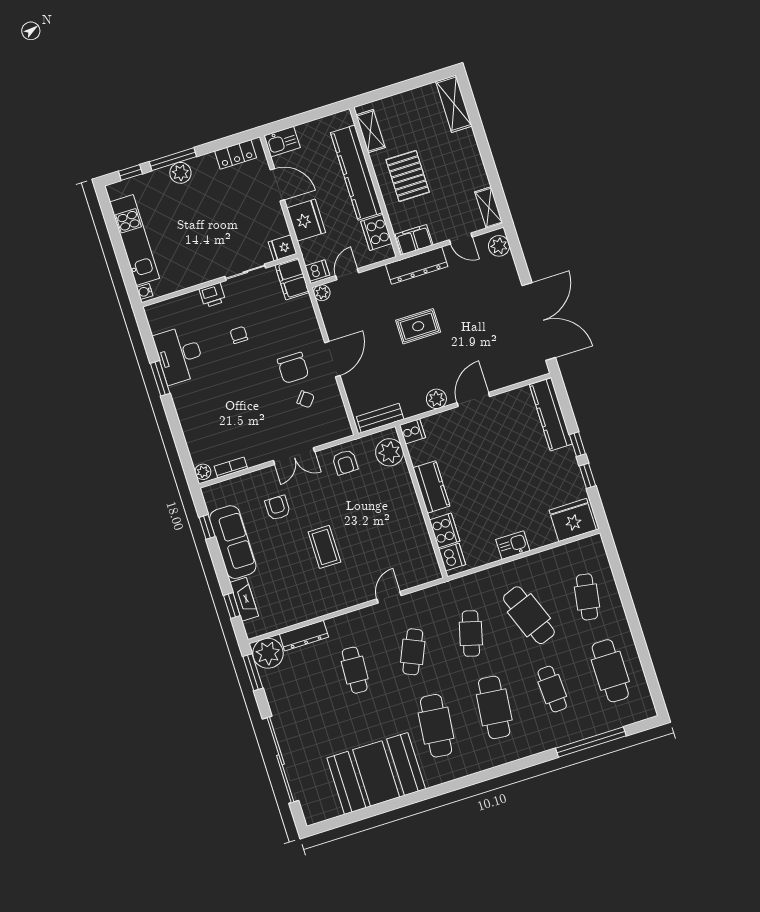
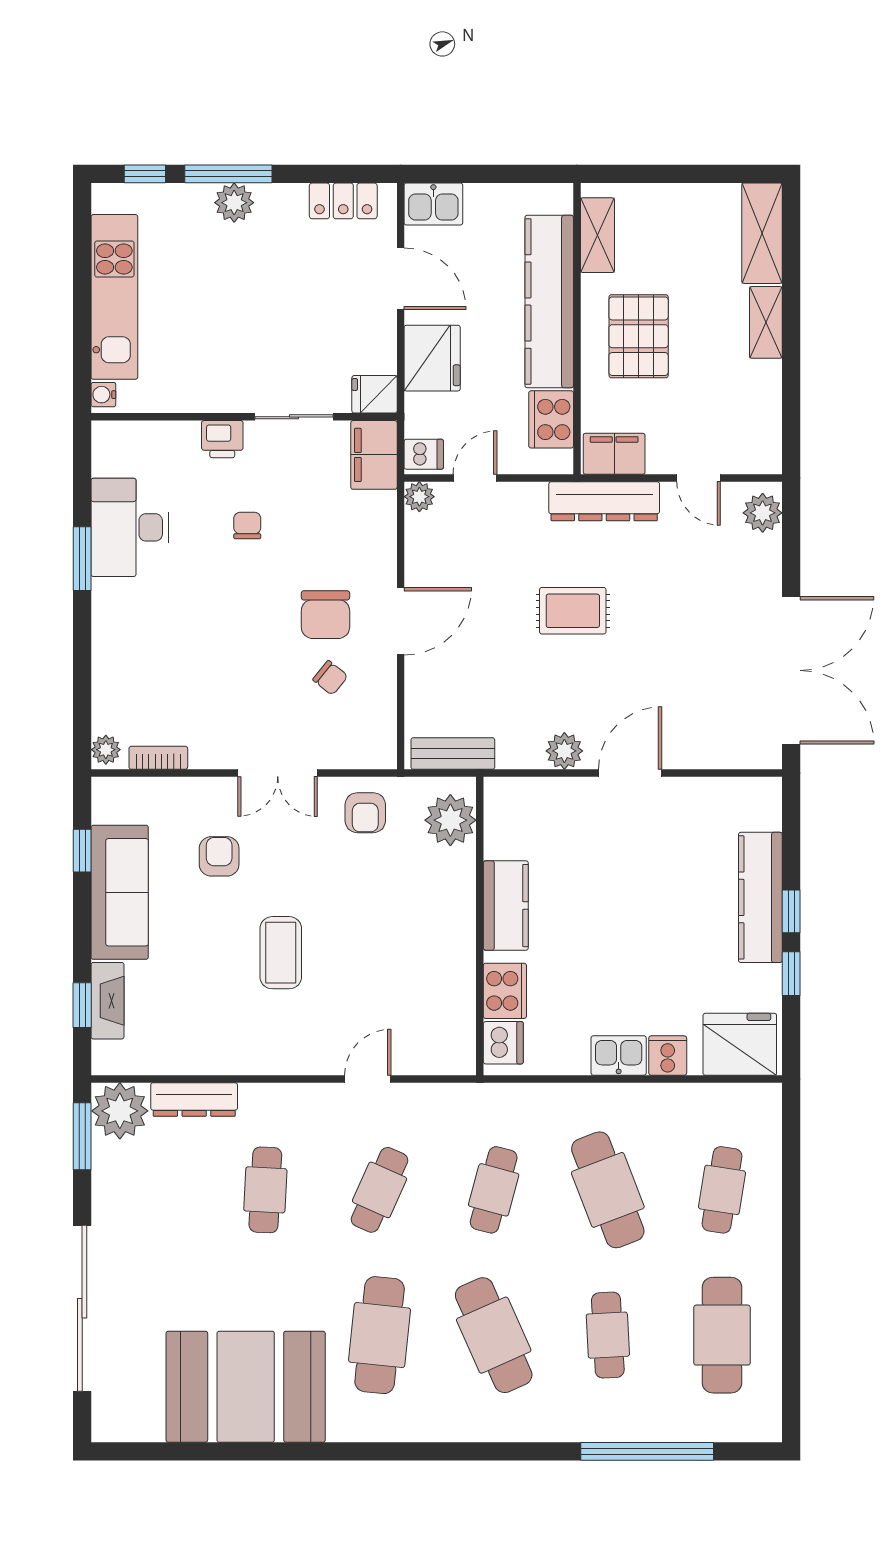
shelving: (489, 207) -> (766, 322), moved
kitchen counter: (551, 414) -> (760, 897), moved
cooker: (412, 431) -> (668, 1056), moved, turned -90
cafe table: (494, 707) -> (494, 1335), turned -30

